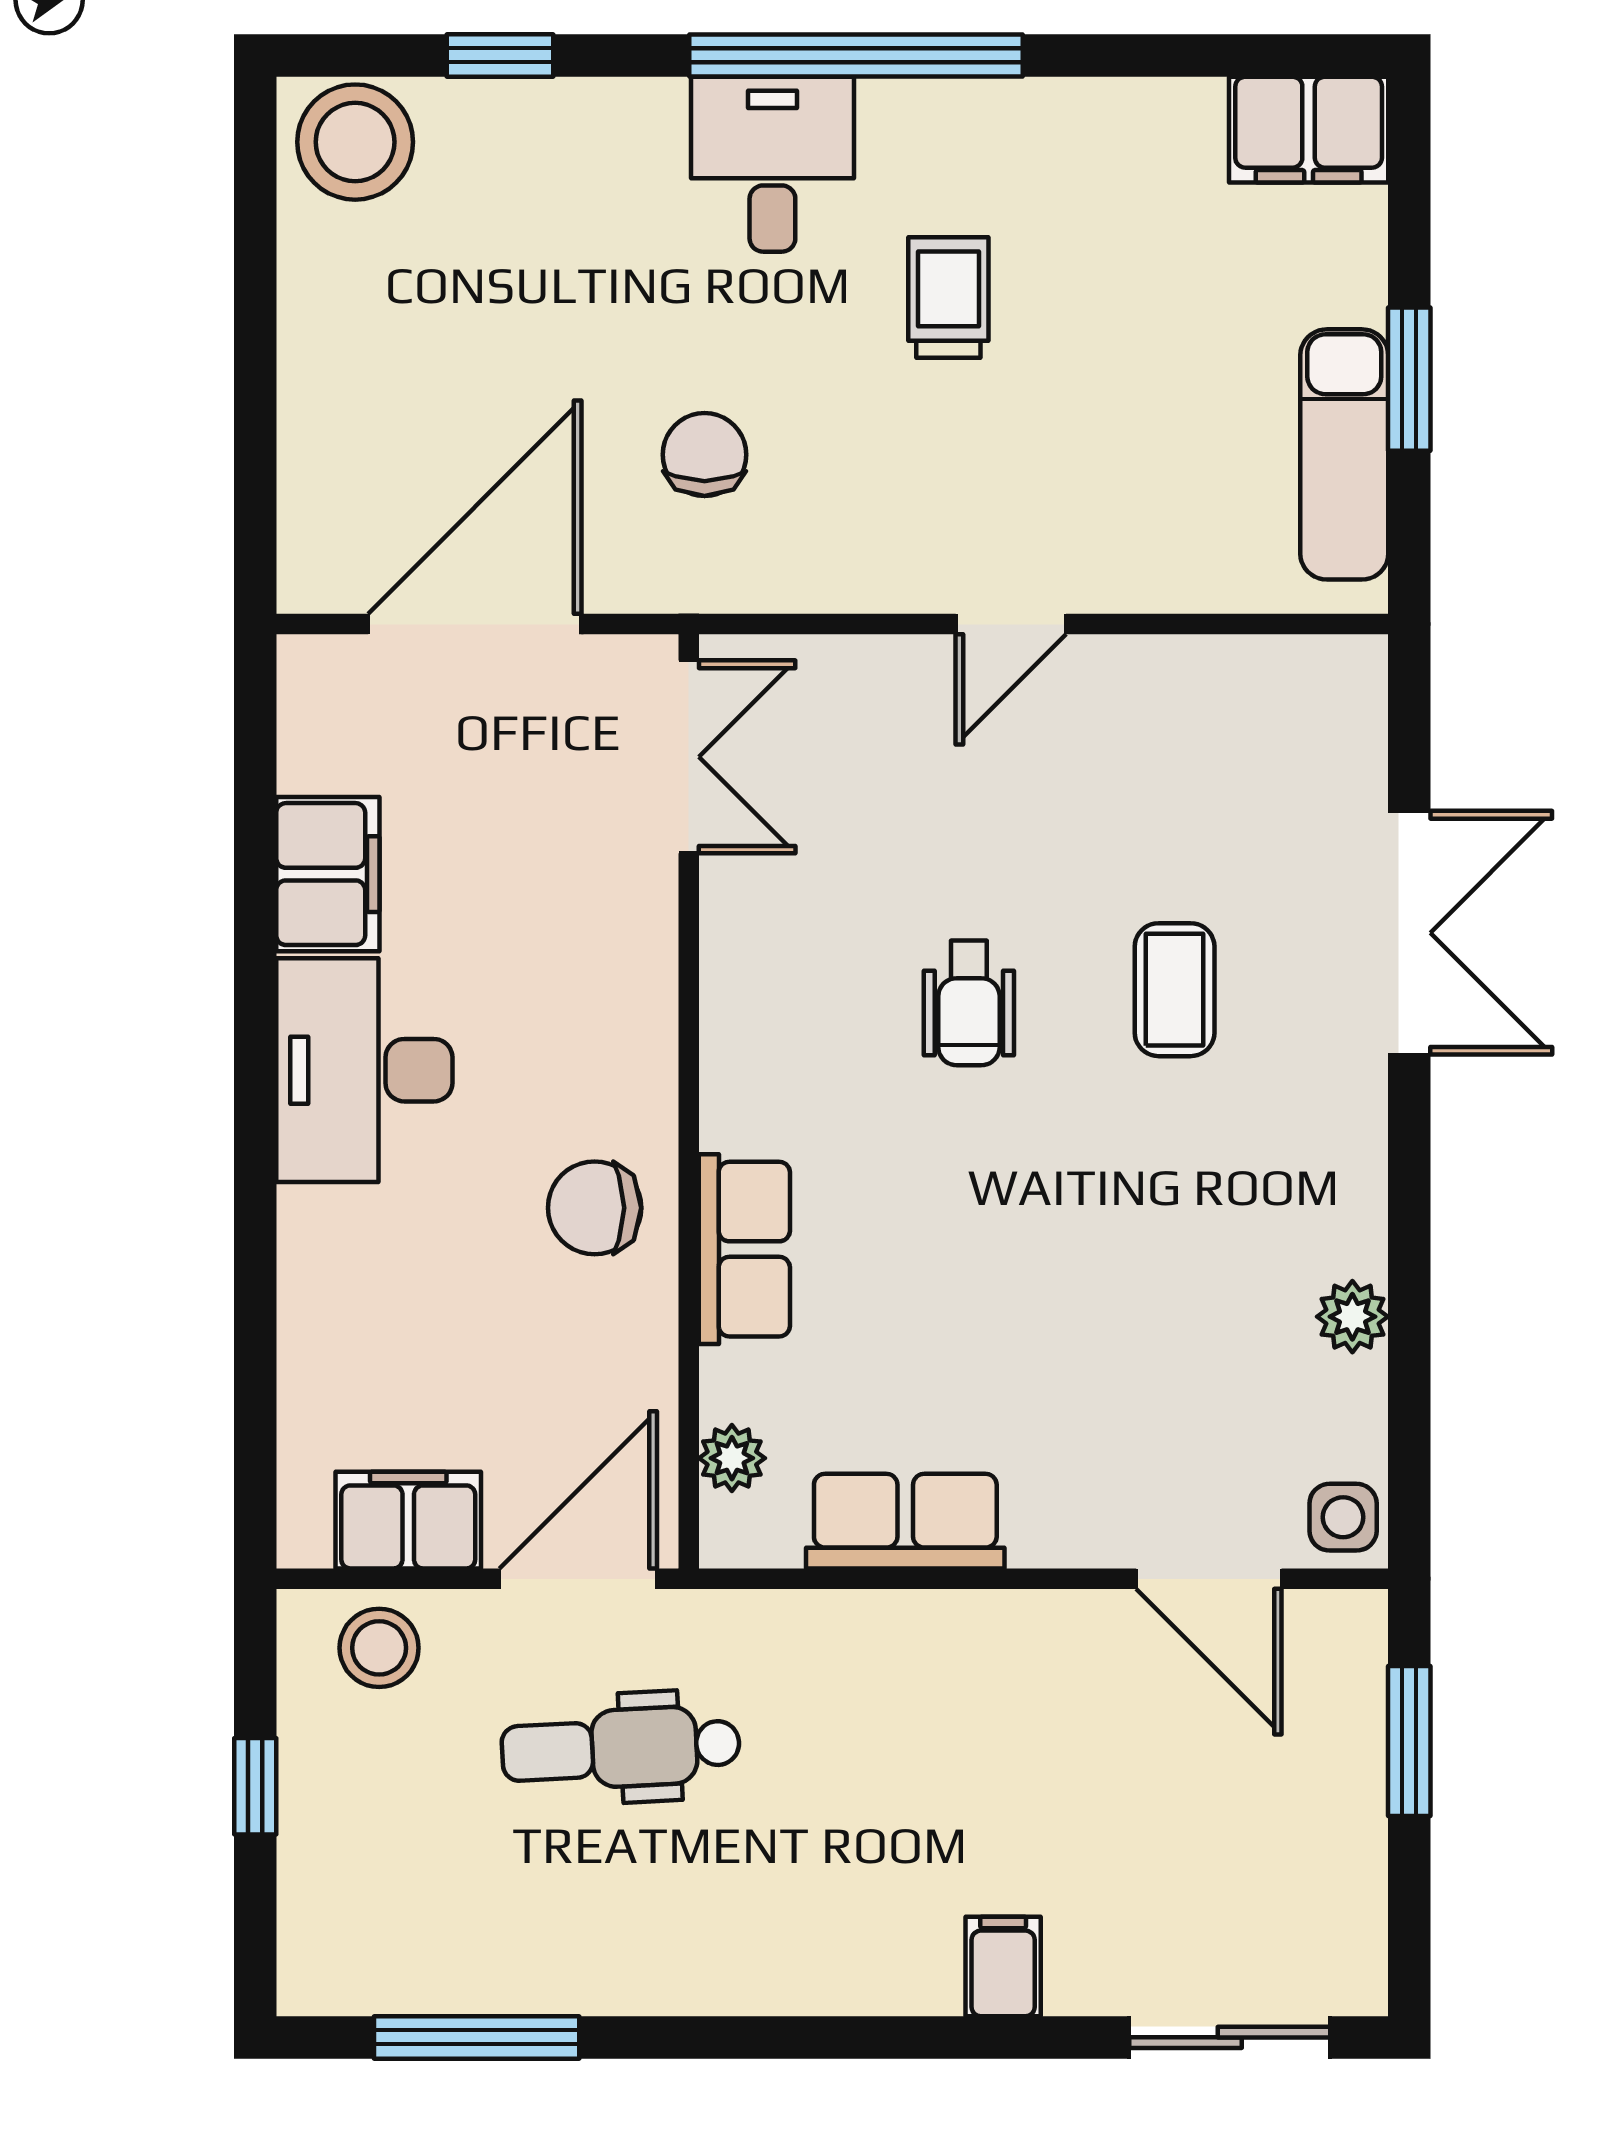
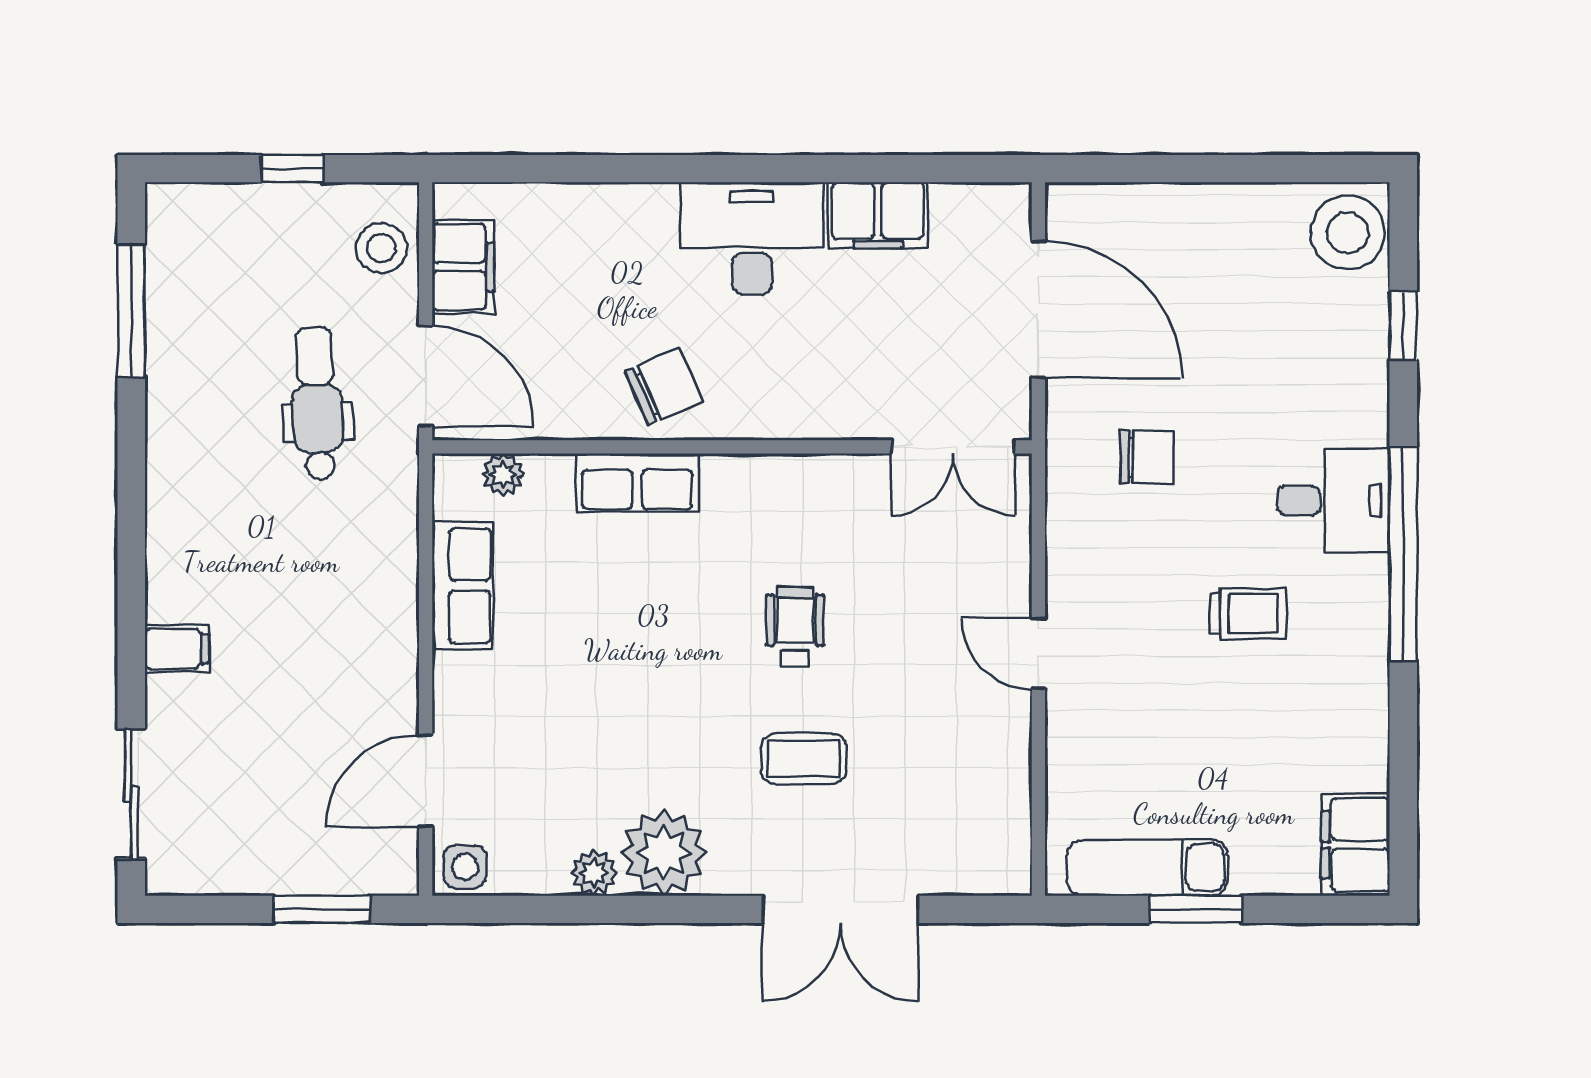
wheelchair: (969, 1003) -> (795, 627), turned 90
plant: (1321, 1207) -> (664, 853), added
chair: (595, 1208) -> (664, 386), turned 66

